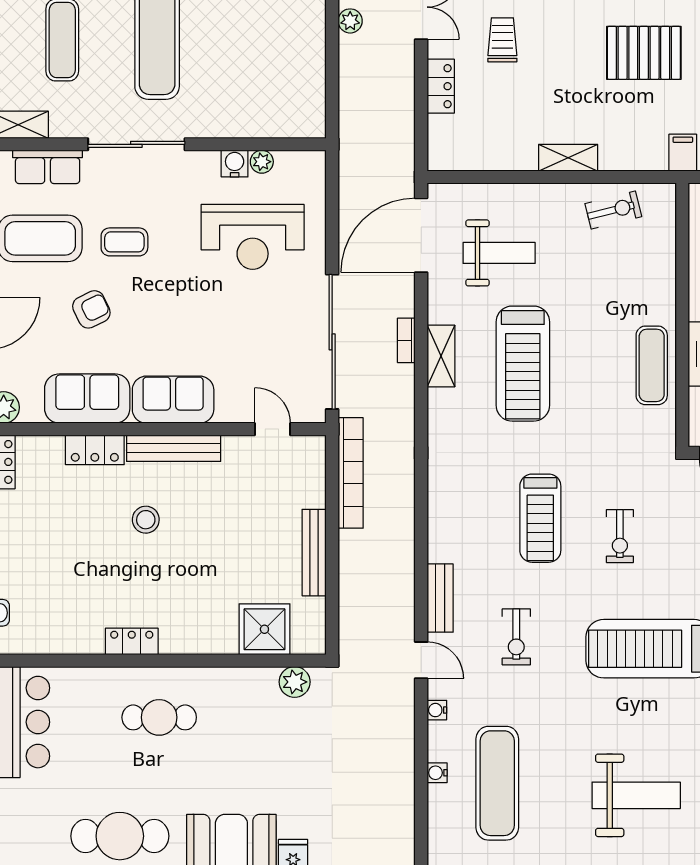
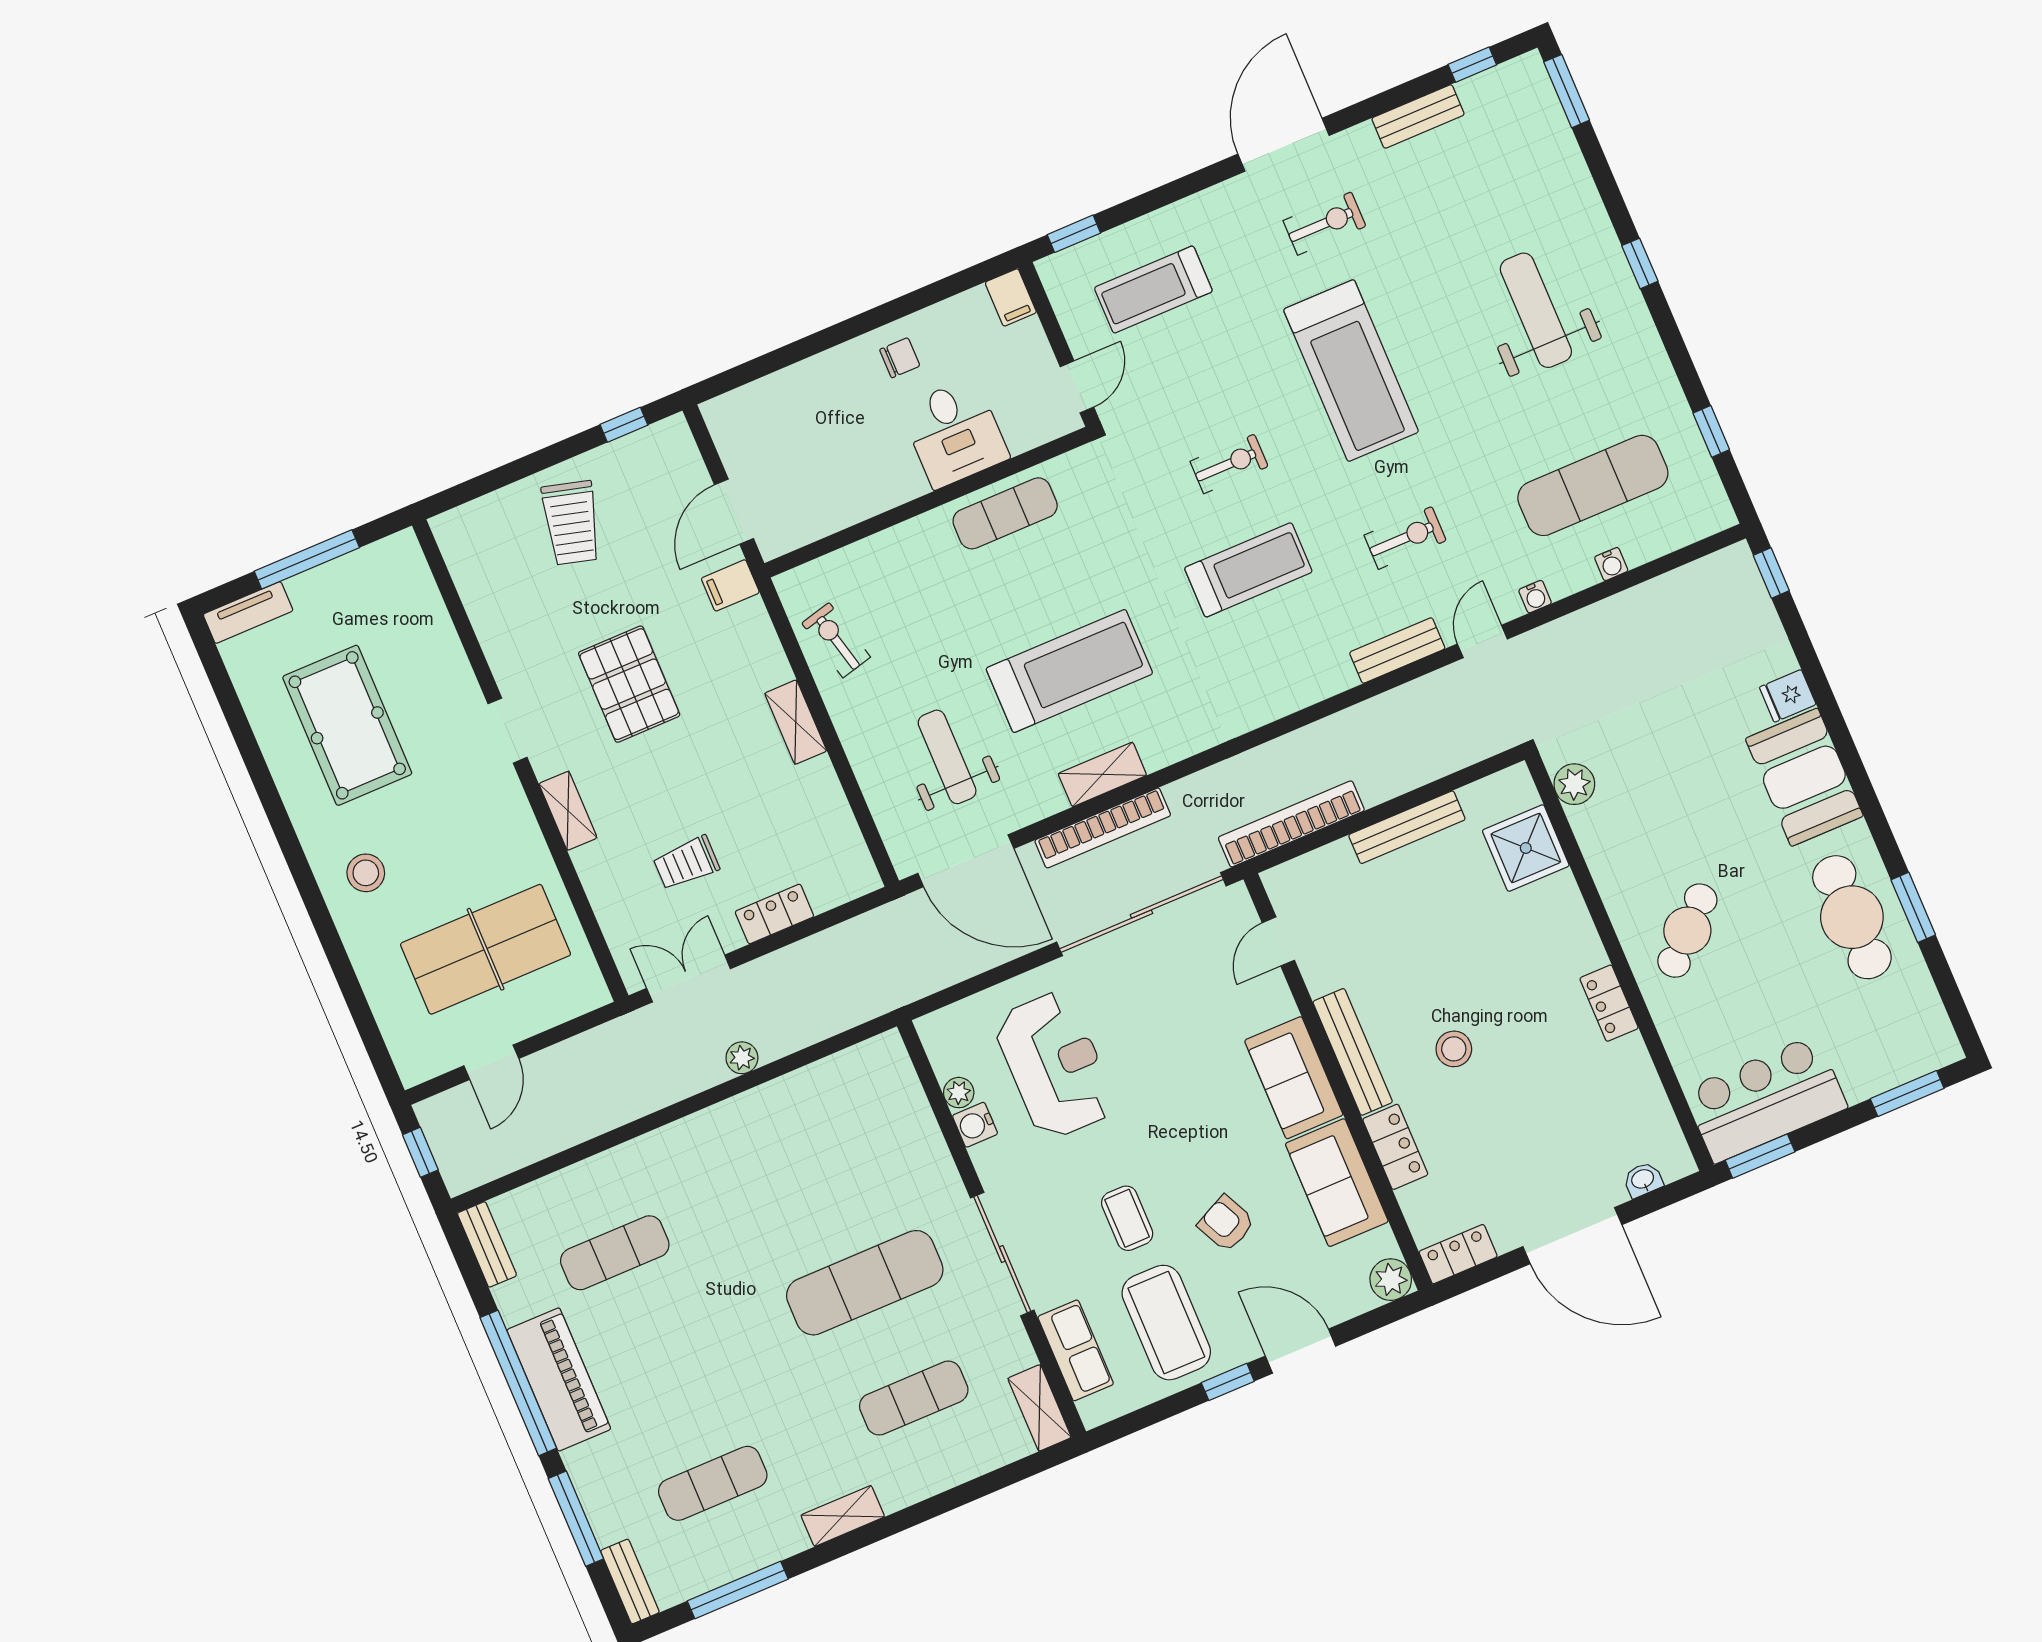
bookcase: (406, 340) -> (1103, 828), width x2.31, depth x1.31
cafe table: (159, 717) -> (1687, 931), turned 46

